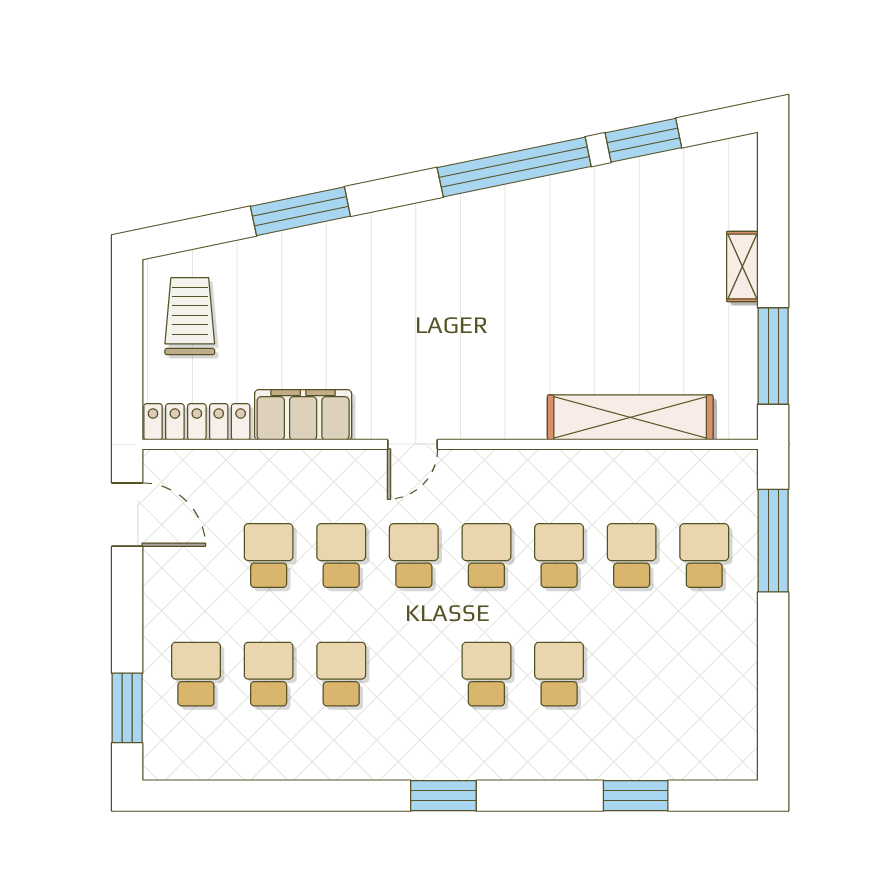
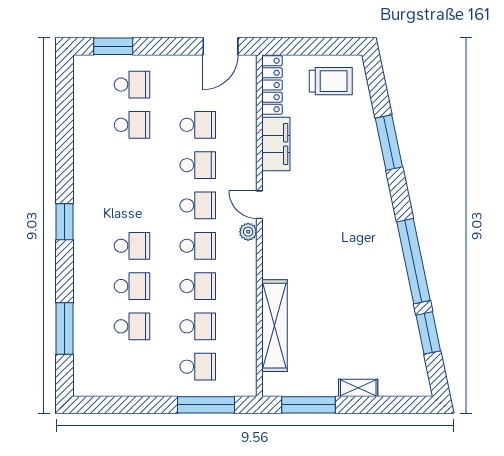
plant: (461, 465) -> (248, 232), added
school desk: (341, 674) -> (132, 326), moved
window: (636, 796) -> (65, 329), width x1.44

